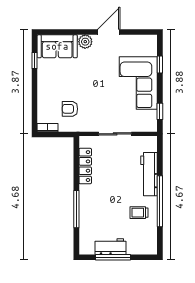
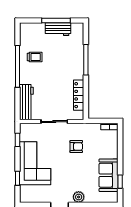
sofa: (57, 46) -> (108, 175), moved, turned -90
armchair: (70, 109) -> (76, 147), moved
workbench: (149, 174) -> (26, 102), moved

